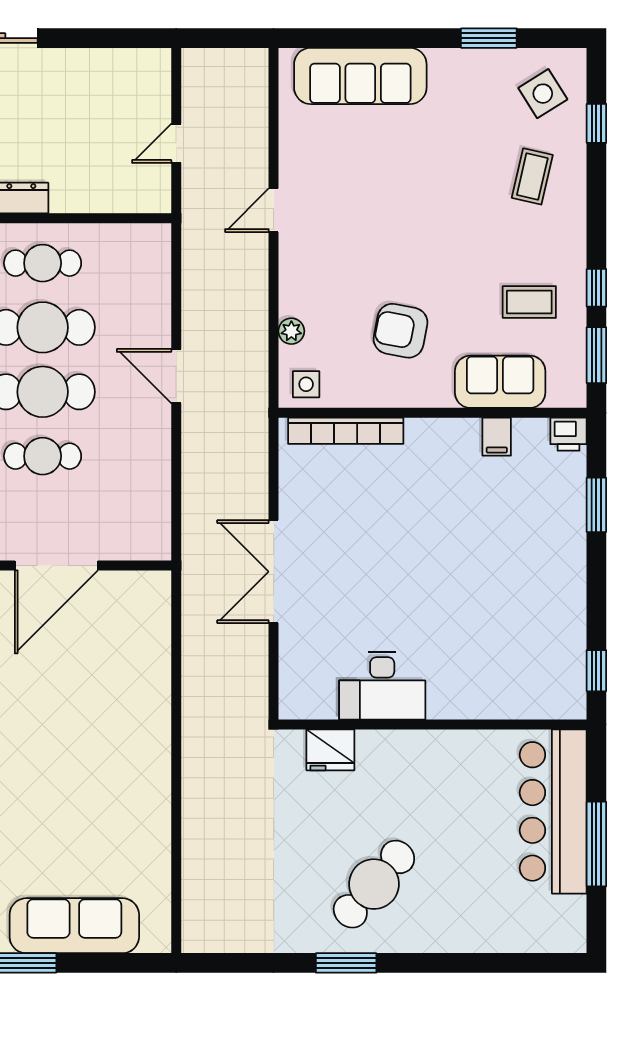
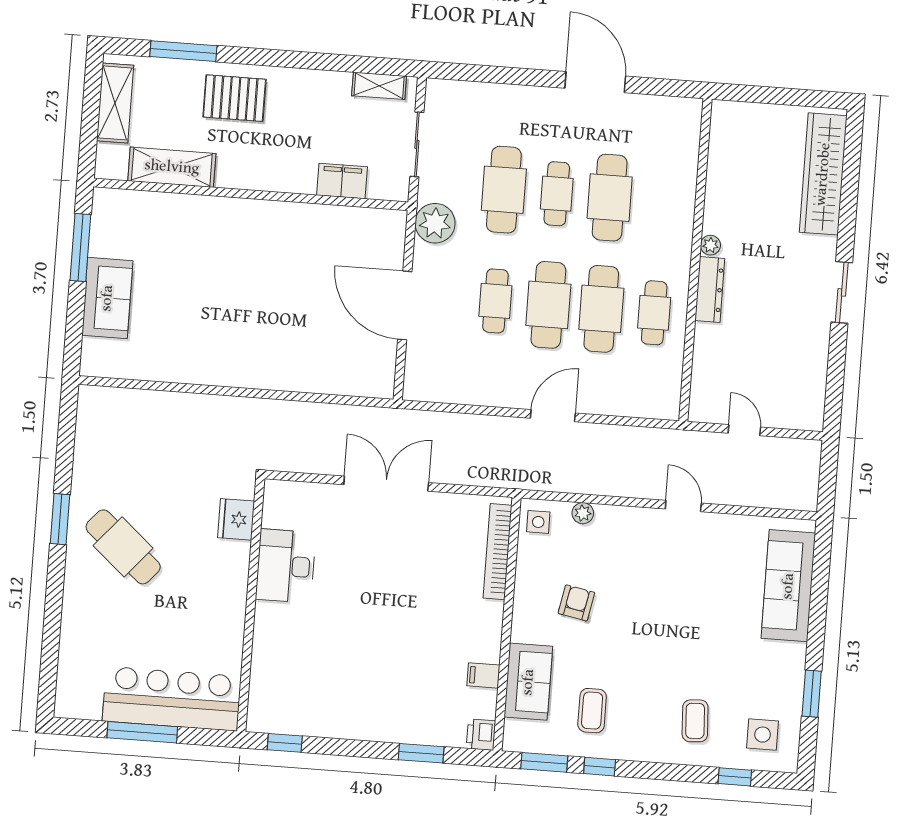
side table: (543, 94) -> (763, 735), turned 32
coffee table: (532, 176) -> (695, 721), turned 74
armchair: (401, 331) -> (576, 603), width x0.72, depth x0.72
sofa: (74, 926) -> (107, 298), width x0.73

